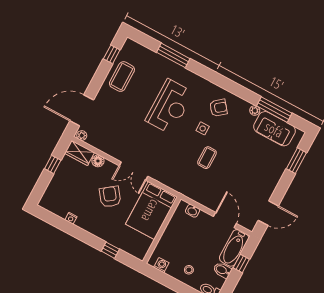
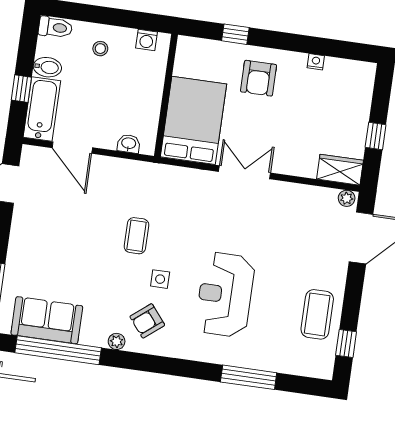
window: (274, 110) -> (58, 350), width x1.46
plant: (255, 111) -> (117, 341), moved
floor lamp: (98, 161) -> (306, 168), removed
armchair: (110, 197) -> (259, 78), moved, turned 37

